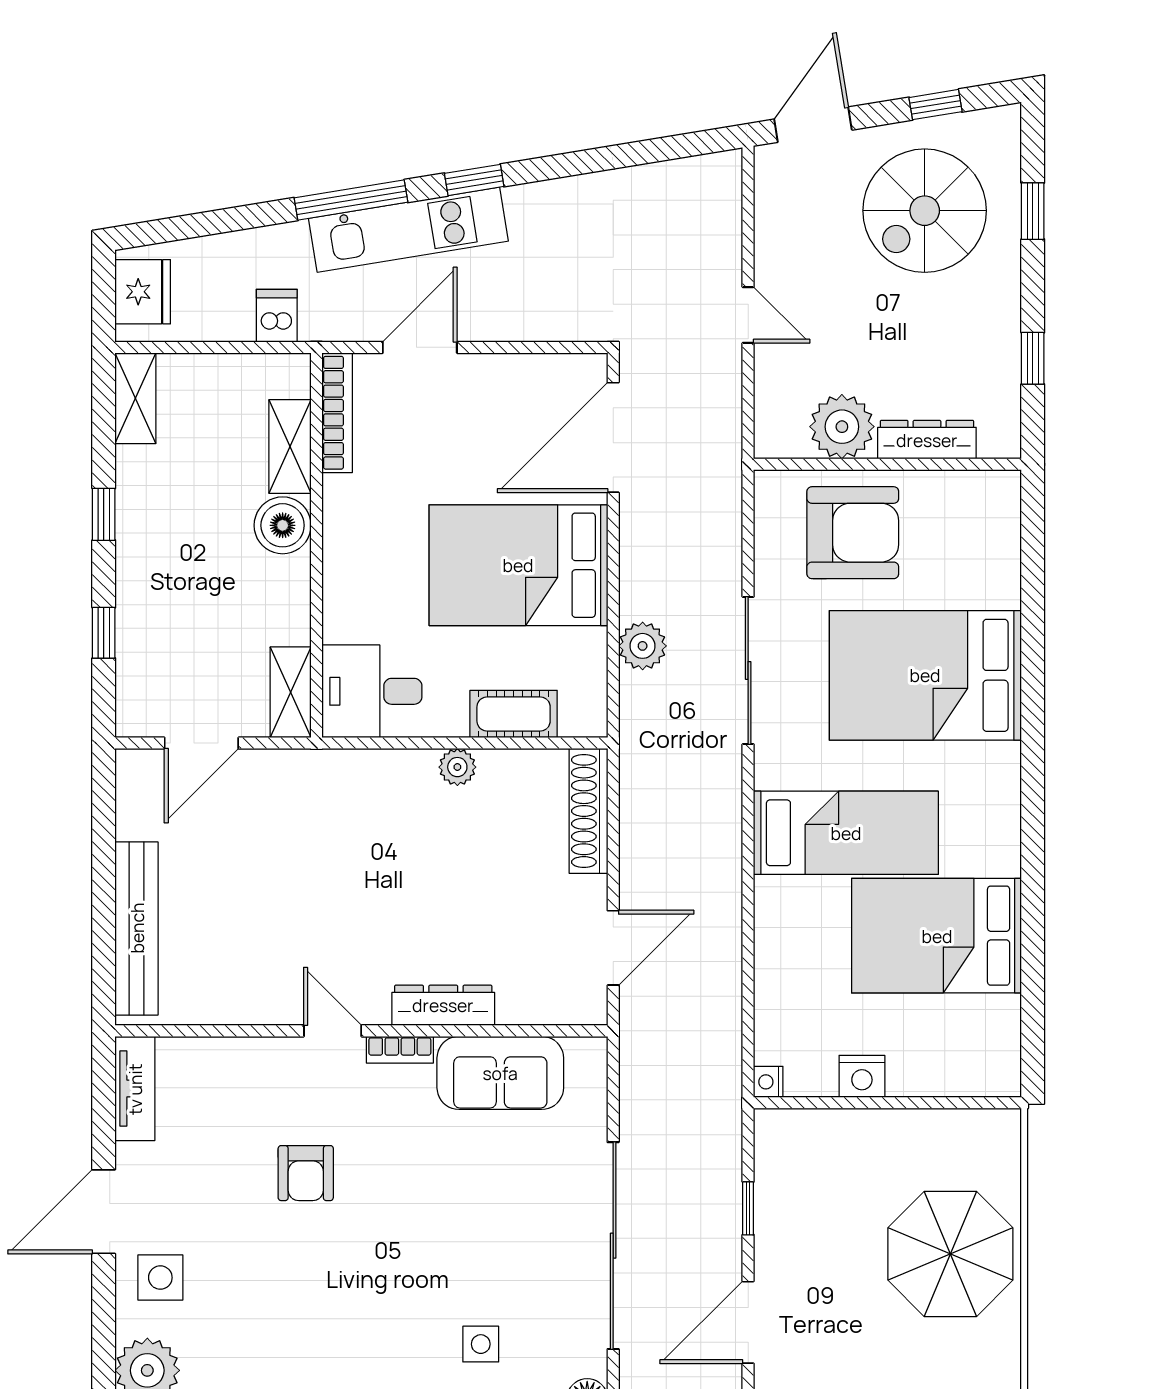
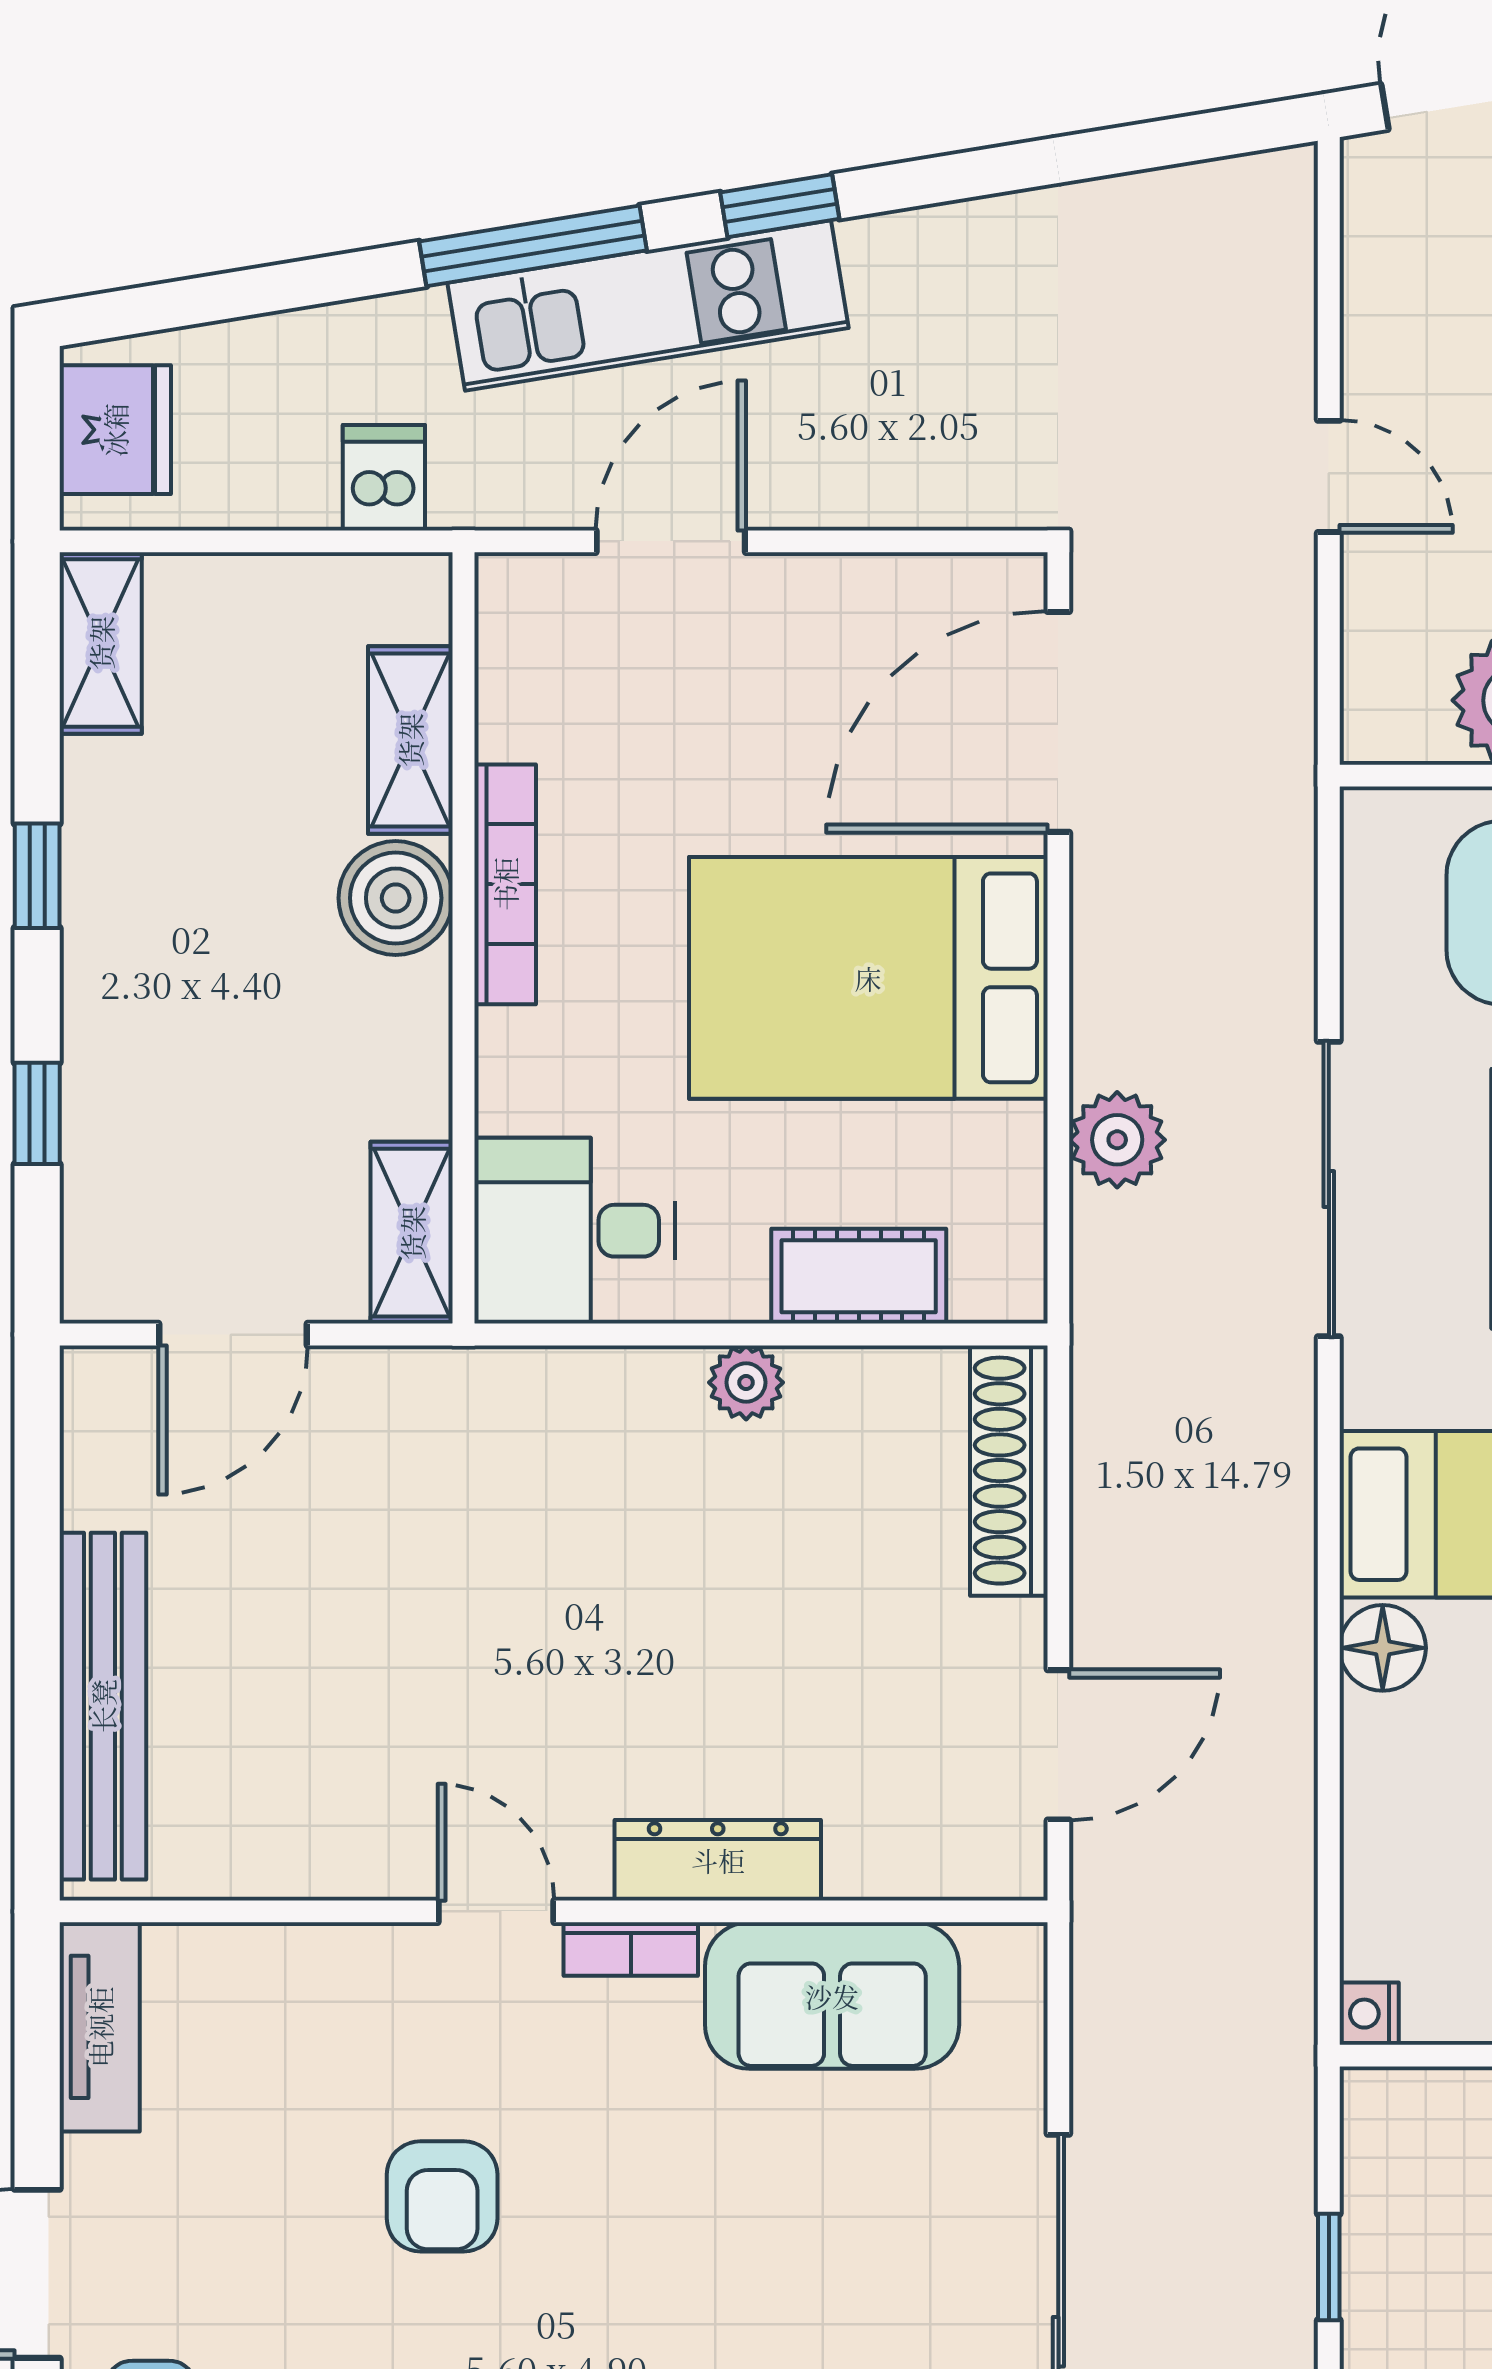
bookcase: (337, 413) -> (505, 884), moved
floor lamp: (775, 899) -> (1383, 1648), added

